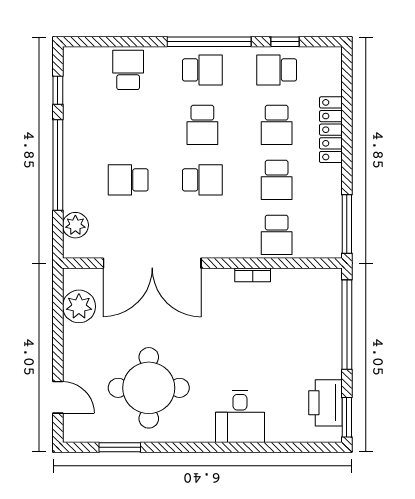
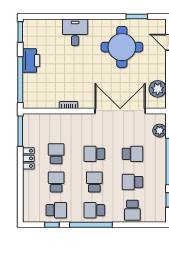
locker: (331, 130) -> (28, 158), moved, width x0.66
school desk: (277, 235) -> (132, 182), moved, turned -90
printer: (326, 403) -> (31, 61), moved

